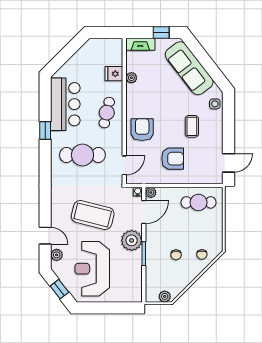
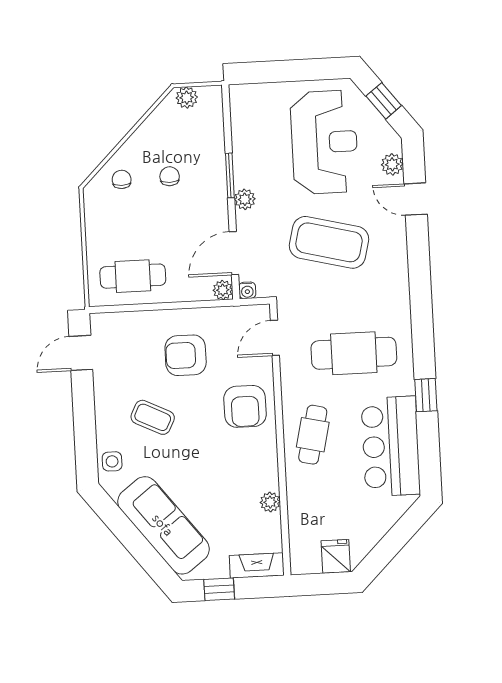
fridge: (114, 74) -> (336, 556), moved, turned -90
coffee table: (192, 126) -> (153, 417), turned -64
plant: (132, 240) -> (245, 199), width x0.53, depth x0.53

